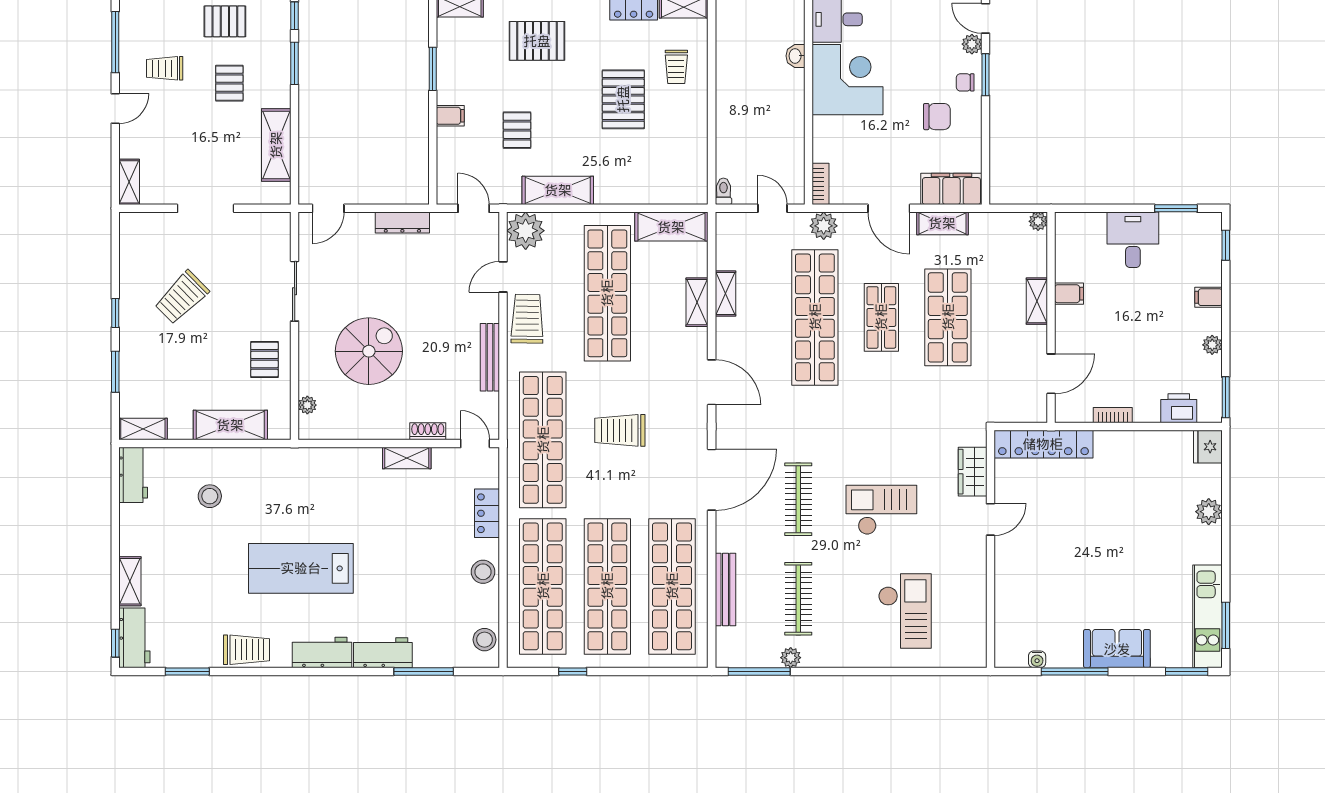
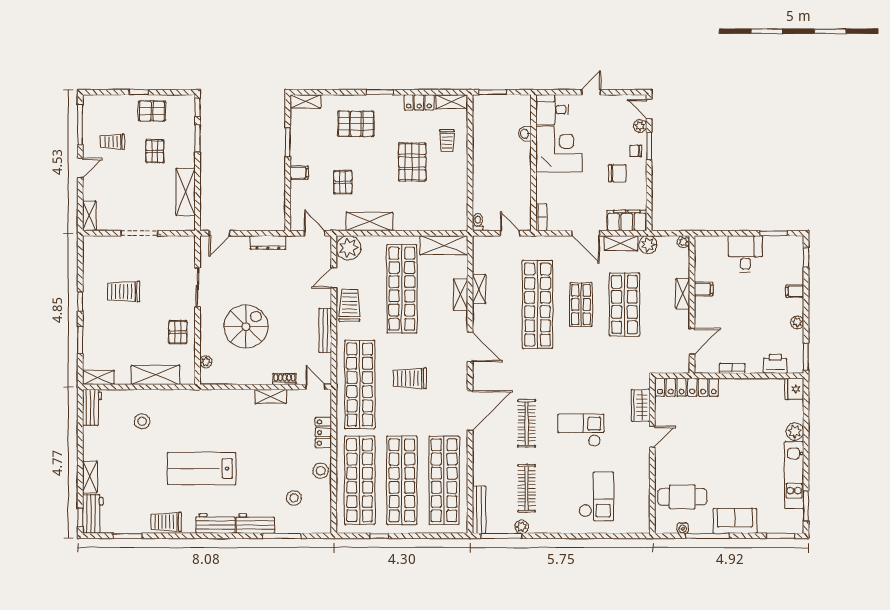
plant: (824, 226) -> (648, 245), moved
trolley: (182, 297) -> (124, 291), turned 45
bench: (725, 590) -> (479, 510), moved
cafe table: (1036, 612) -> (682, 497), added
kitchen unit: (1207, 616) -> (794, 475), moved
stool: (484, 640) -> (294, 498), moved
trolley: (247, 650) -> (166, 522), turned 180

